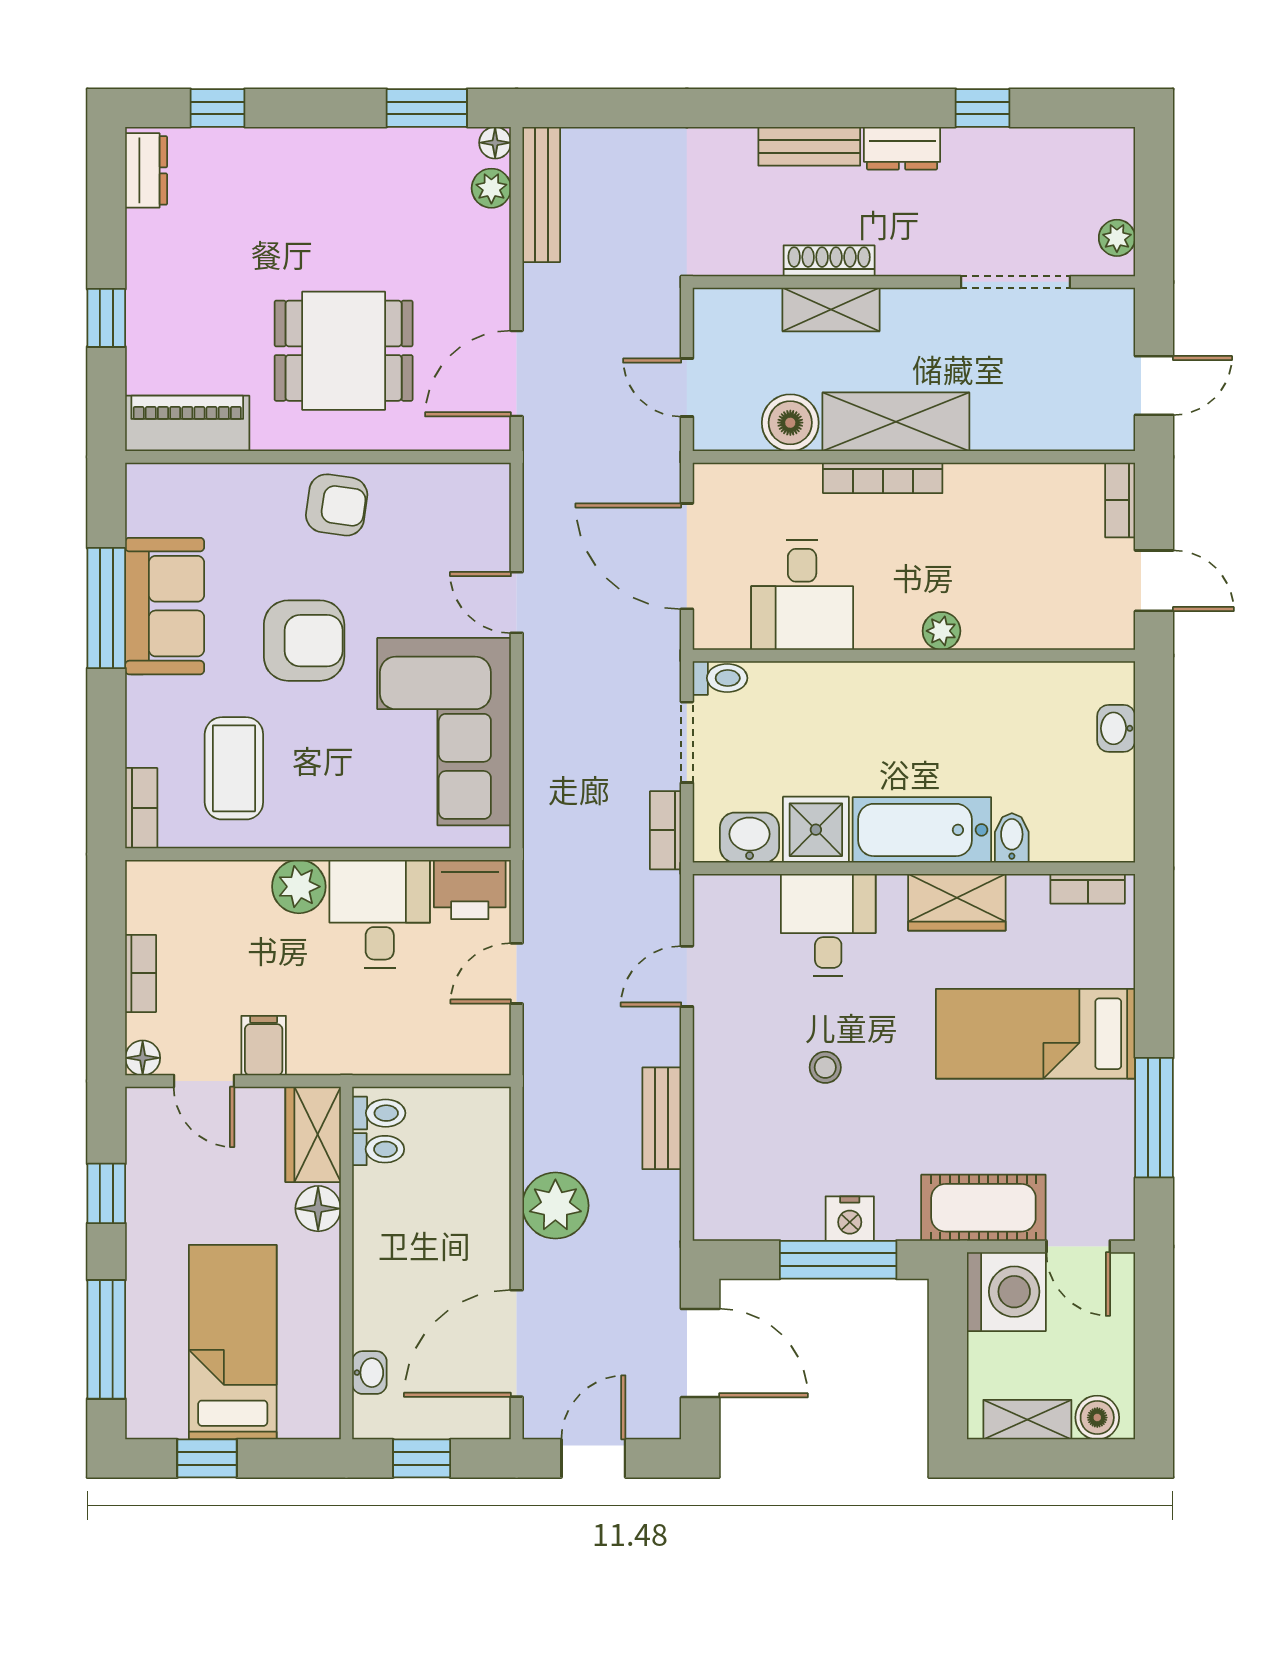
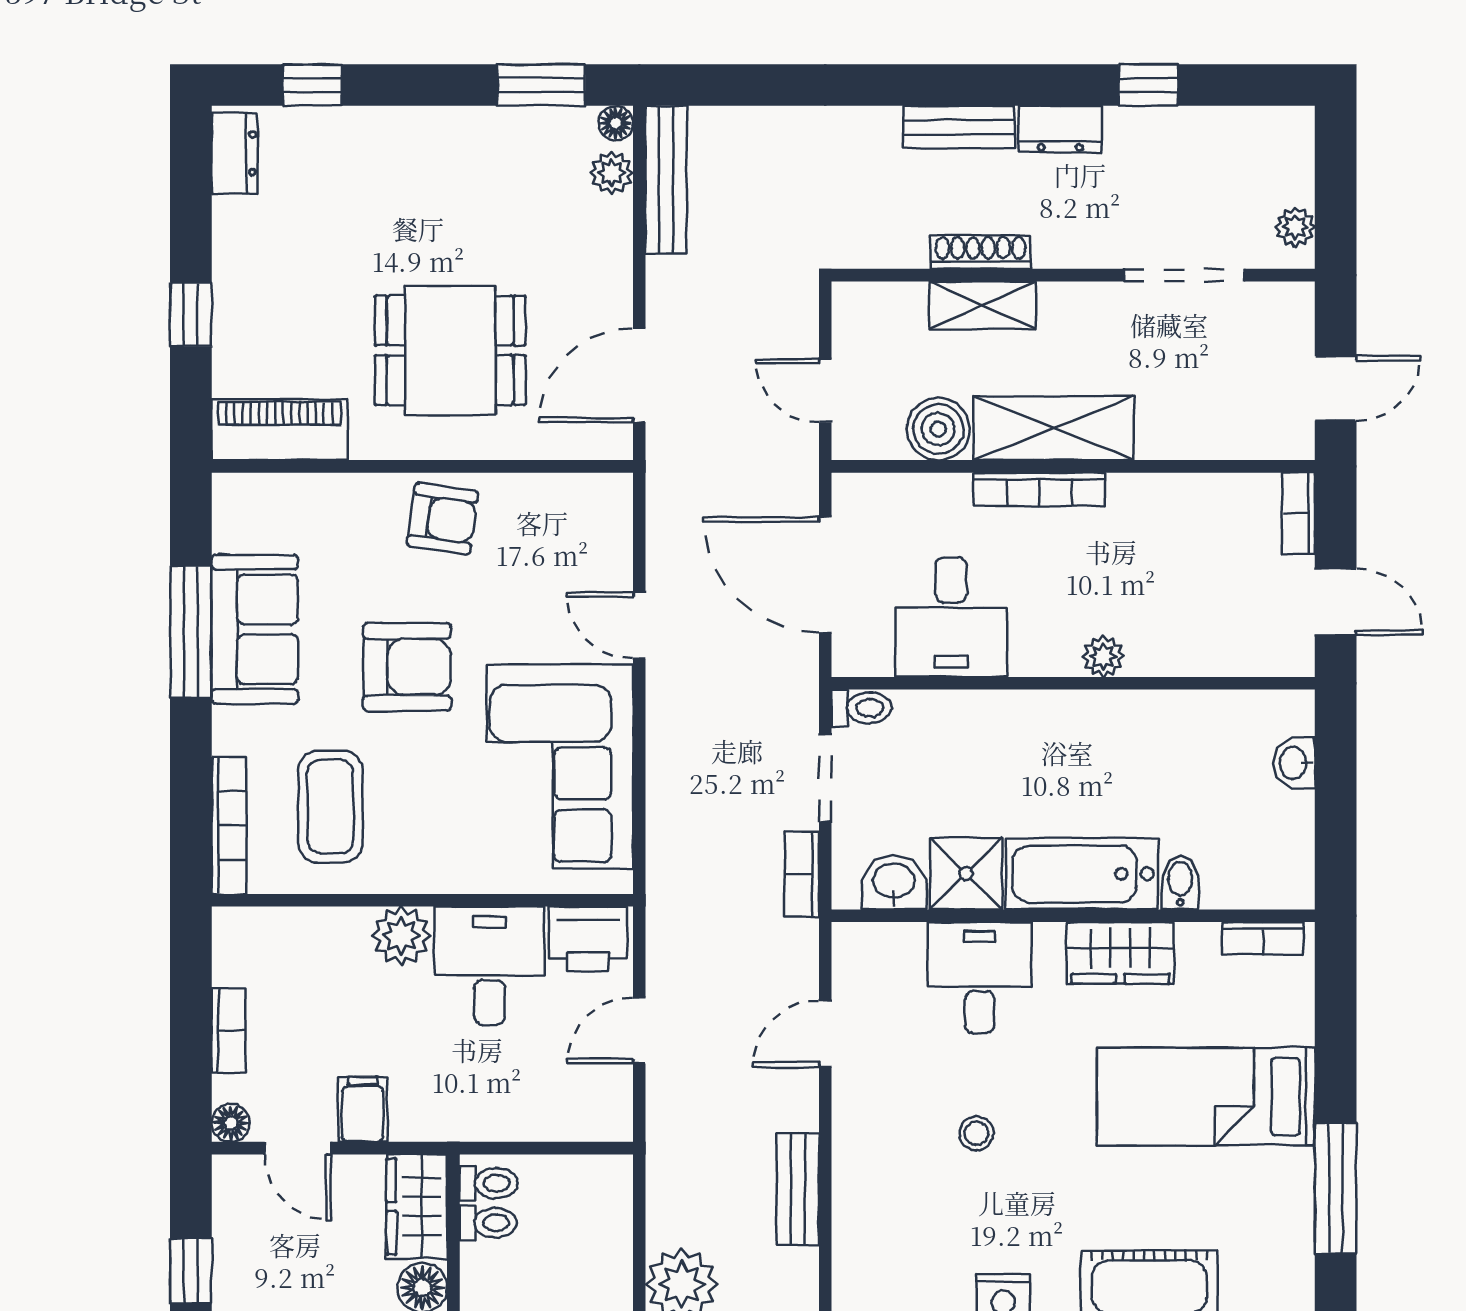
bookcase: (141, 808) -> (229, 825), width x1.56

